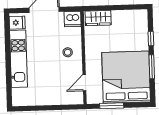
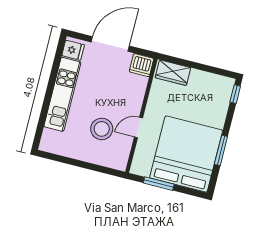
window: (151, 39) -> (235, 94), moved
stool: (68, 52) -> (102, 129), moved, width x1.89, depth x1.89
door: (84, 83) -> (138, 127), moved

